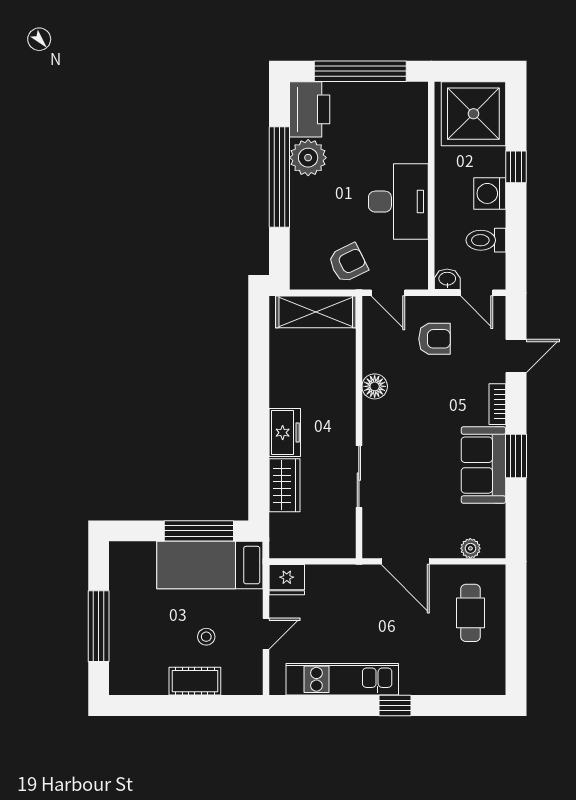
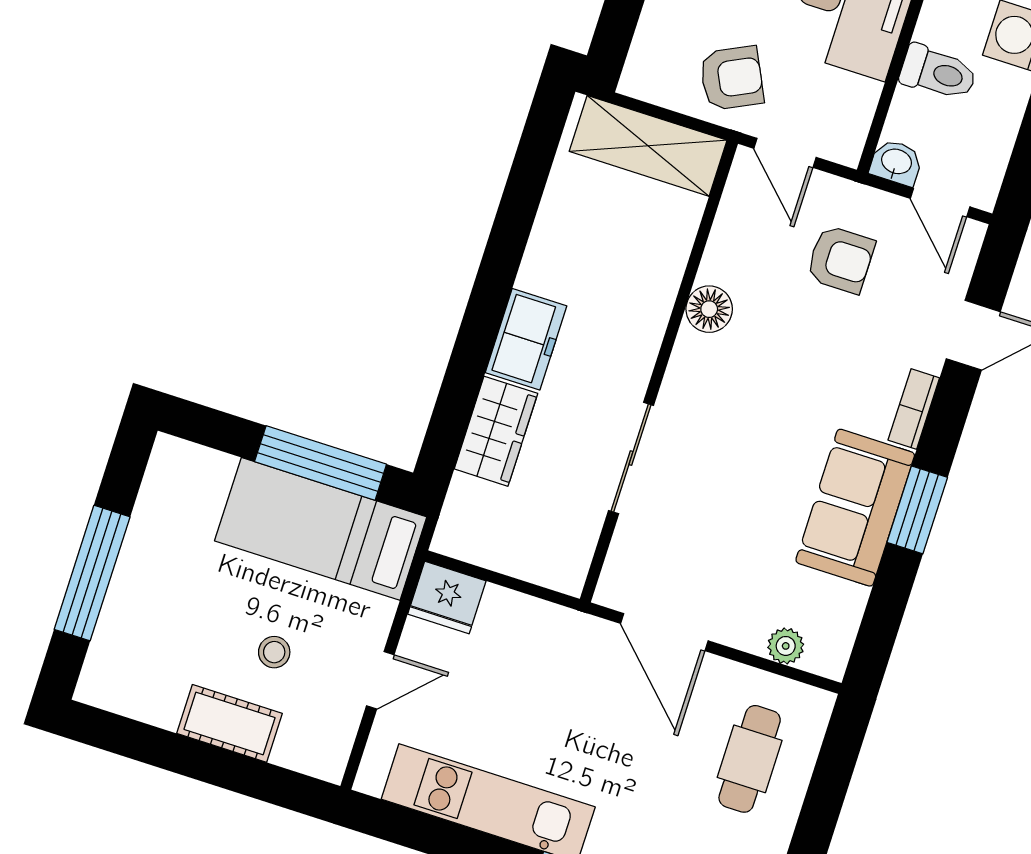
toilet: (486, 240) -> (938, 73), moved, turned 180

